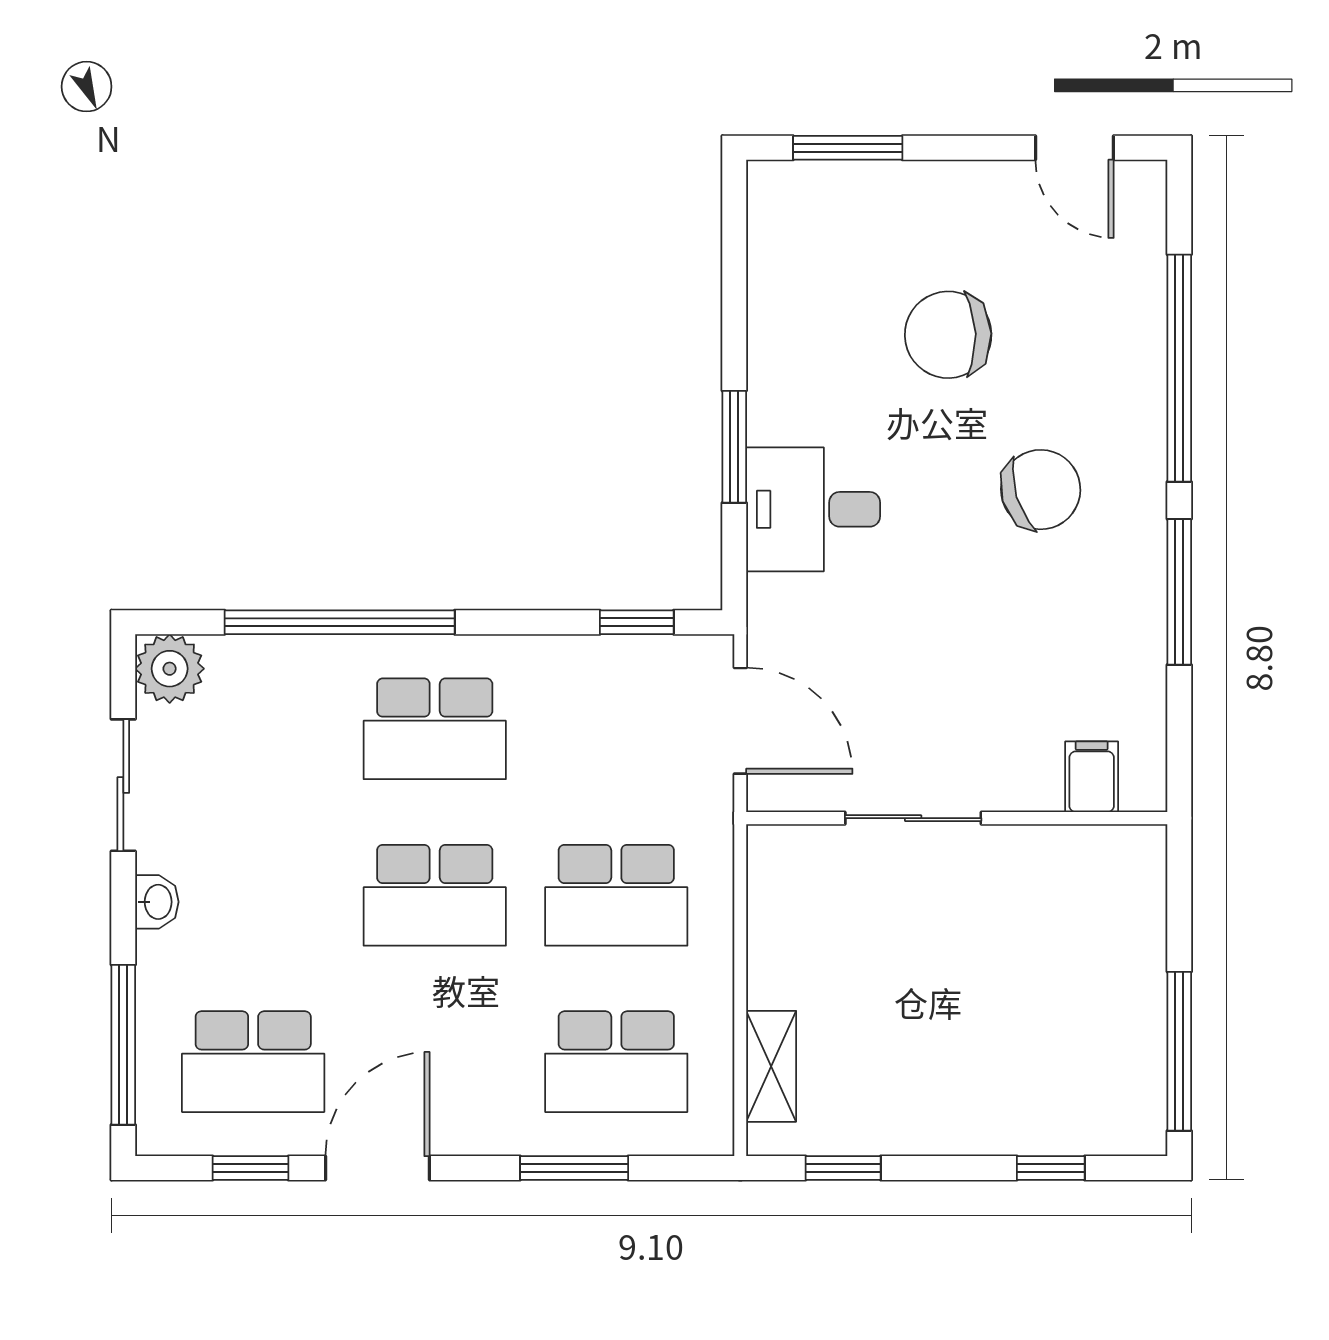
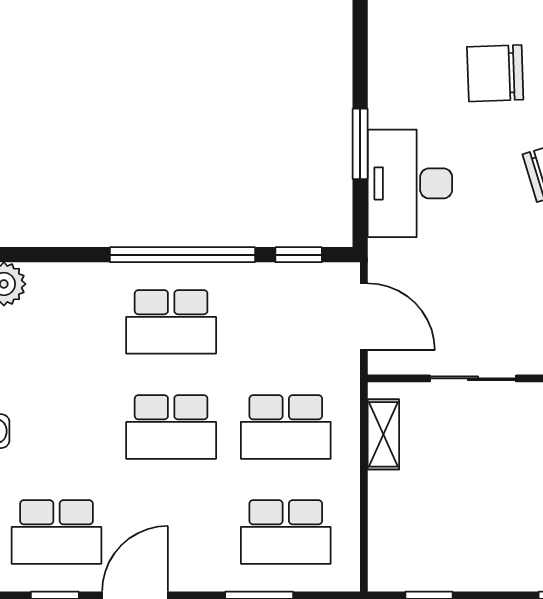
desk: (813, 509) -> (410, 183), width x1.37
window: (340, 622) -> (182, 255), moved
shelving: (771, 1066) -> (383, 434), moved

